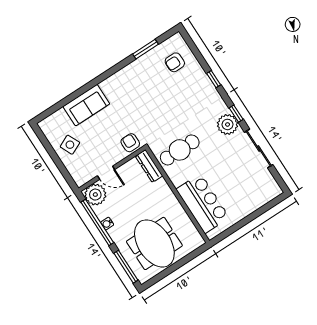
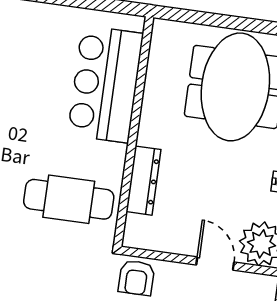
dresser: (149, 166) -> (143, 181), moved

